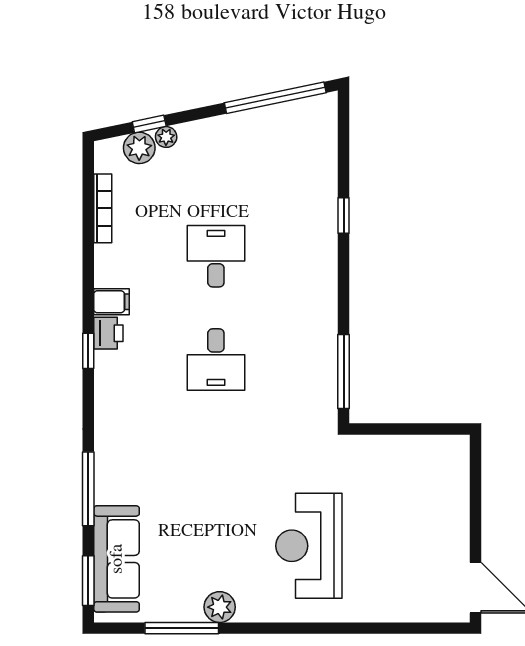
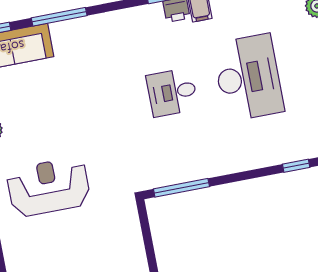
desk: (216, 256) -> (248, 78), width x1.87, depth x1.30

